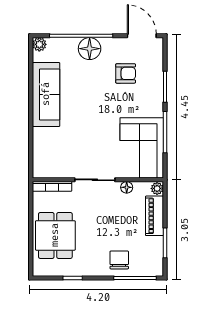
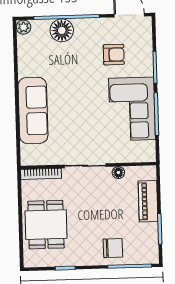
floor lamp: (90, 49) -> (62, 30), moved
sofa: (46, 94) -> (33, 110), moved
corner sofa: (142, 148) -> (132, 109), moved
plant: (157, 188) -> (150, 173), removed
chair: (119, 260) -> (113, 248), turned 90

